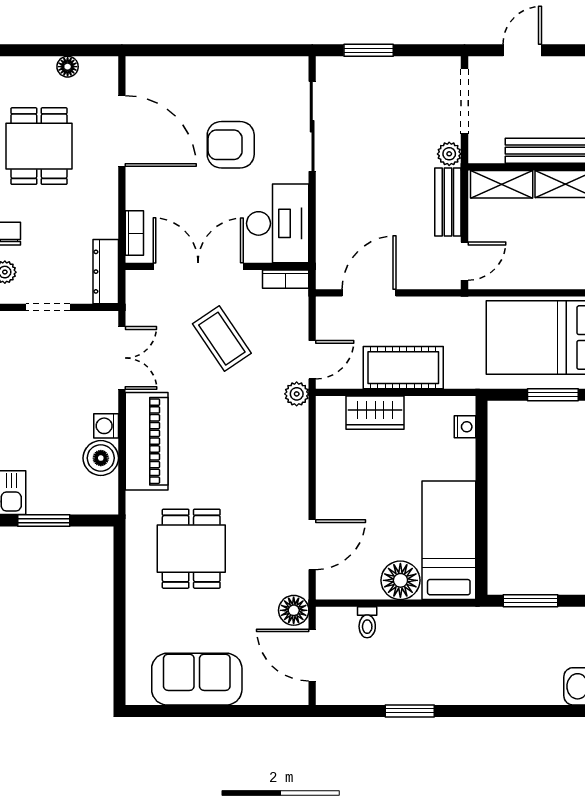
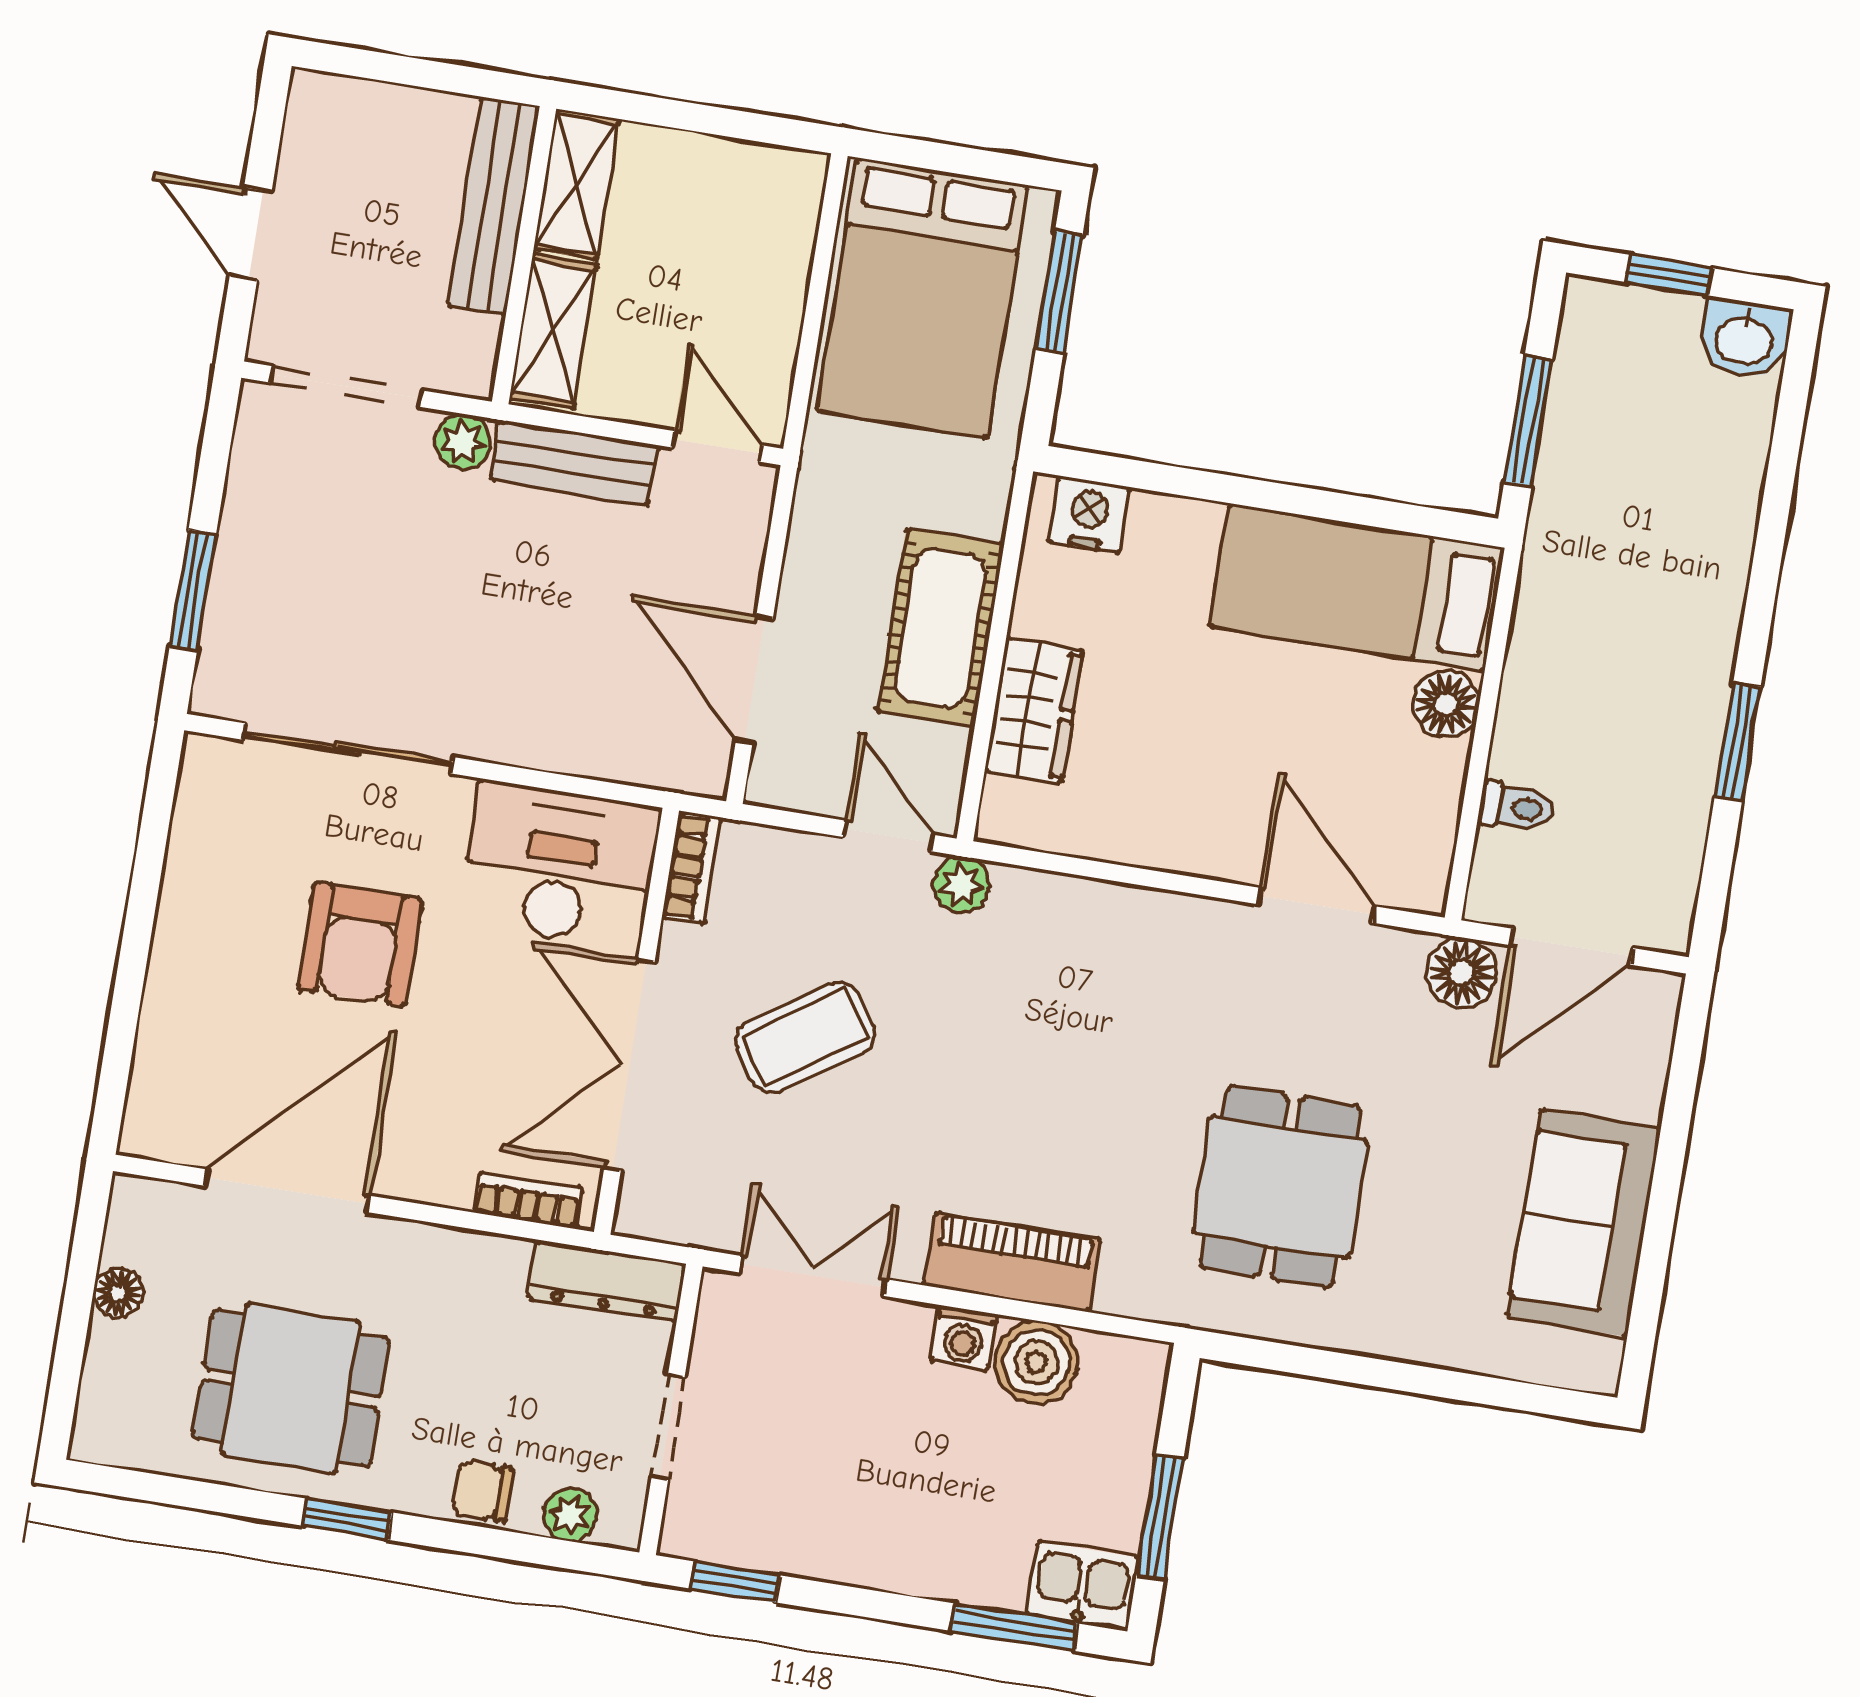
nightstand: (465, 427) -> (1089, 514), width x1.39, depth x1.35
piano: (147, 441) -> (1013, 1262), width x0.73, depth x0.75
dining table: (191, 549) -> (1280, 1187), turned 90
floor lamp: (400, 580) -> (1446, 704), width x0.73, depth x0.73

